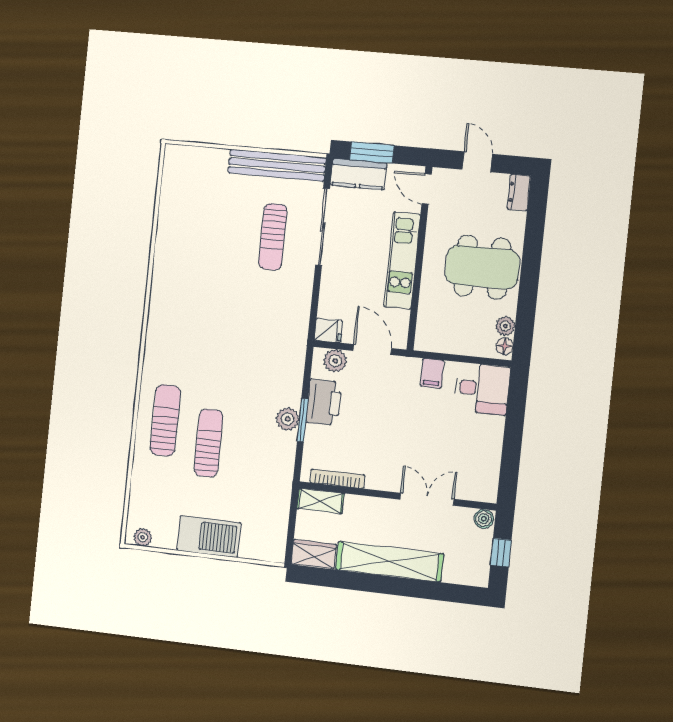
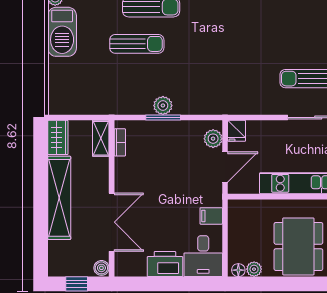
printer: (324, 402) -> (165, 264), moved, turned 180
bookcase: (337, 479) -> (120, 142), width x0.64
double door: (427, 499) -> (112, 222), width x1.37
barbecue: (209, 537) -> (62, 32), moved

